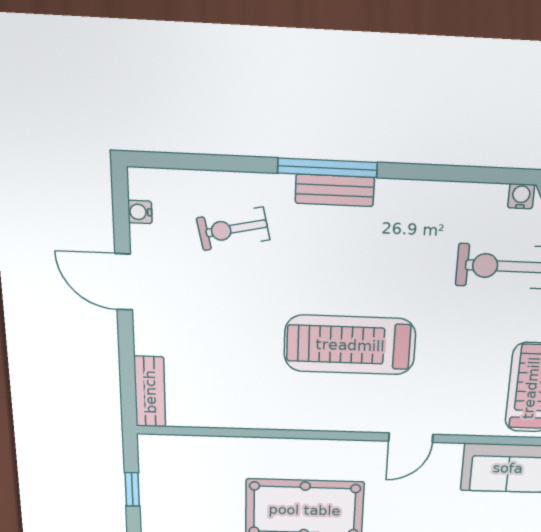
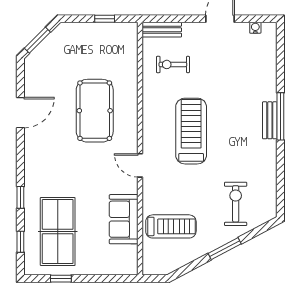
water cooler: (521, 196) -> (271, 210), removed
exercise bike: (233, 229) -> (173, 64), moved, turned -78

